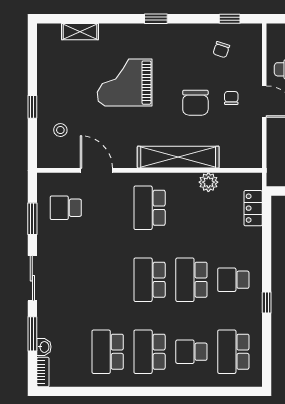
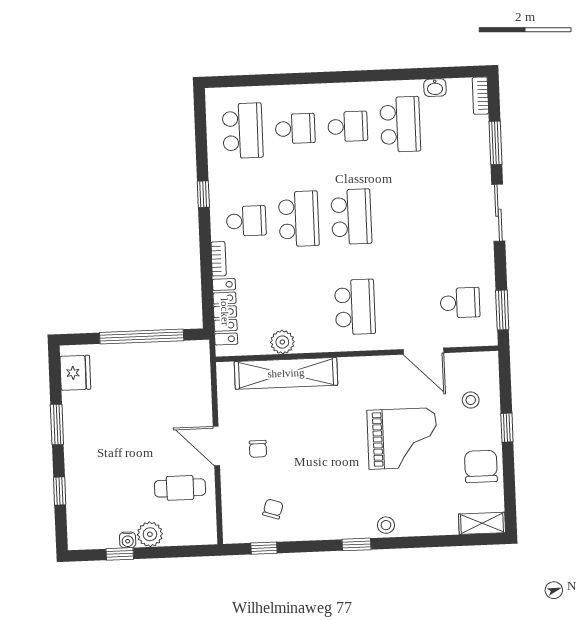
shelving: (80, 32) -> (482, 523), moved
stool: (132, 33) -> (386, 525), added
grand piano: (125, 83) -> (402, 438), moved
chair: (195, 103) -> (481, 466), moved
shelving: (178, 157) -> (286, 373), moved
locker: (253, 208) -> (225, 312), width x1.53
window: (32, 219) -> (502, 310), moved
bookcase: (257, 250) -> (219, 259), added
washbasin: (44, 347) -> (435, 88), moved, turned -90
school desk: (150, 352) -> (348, 126), width x0.54

